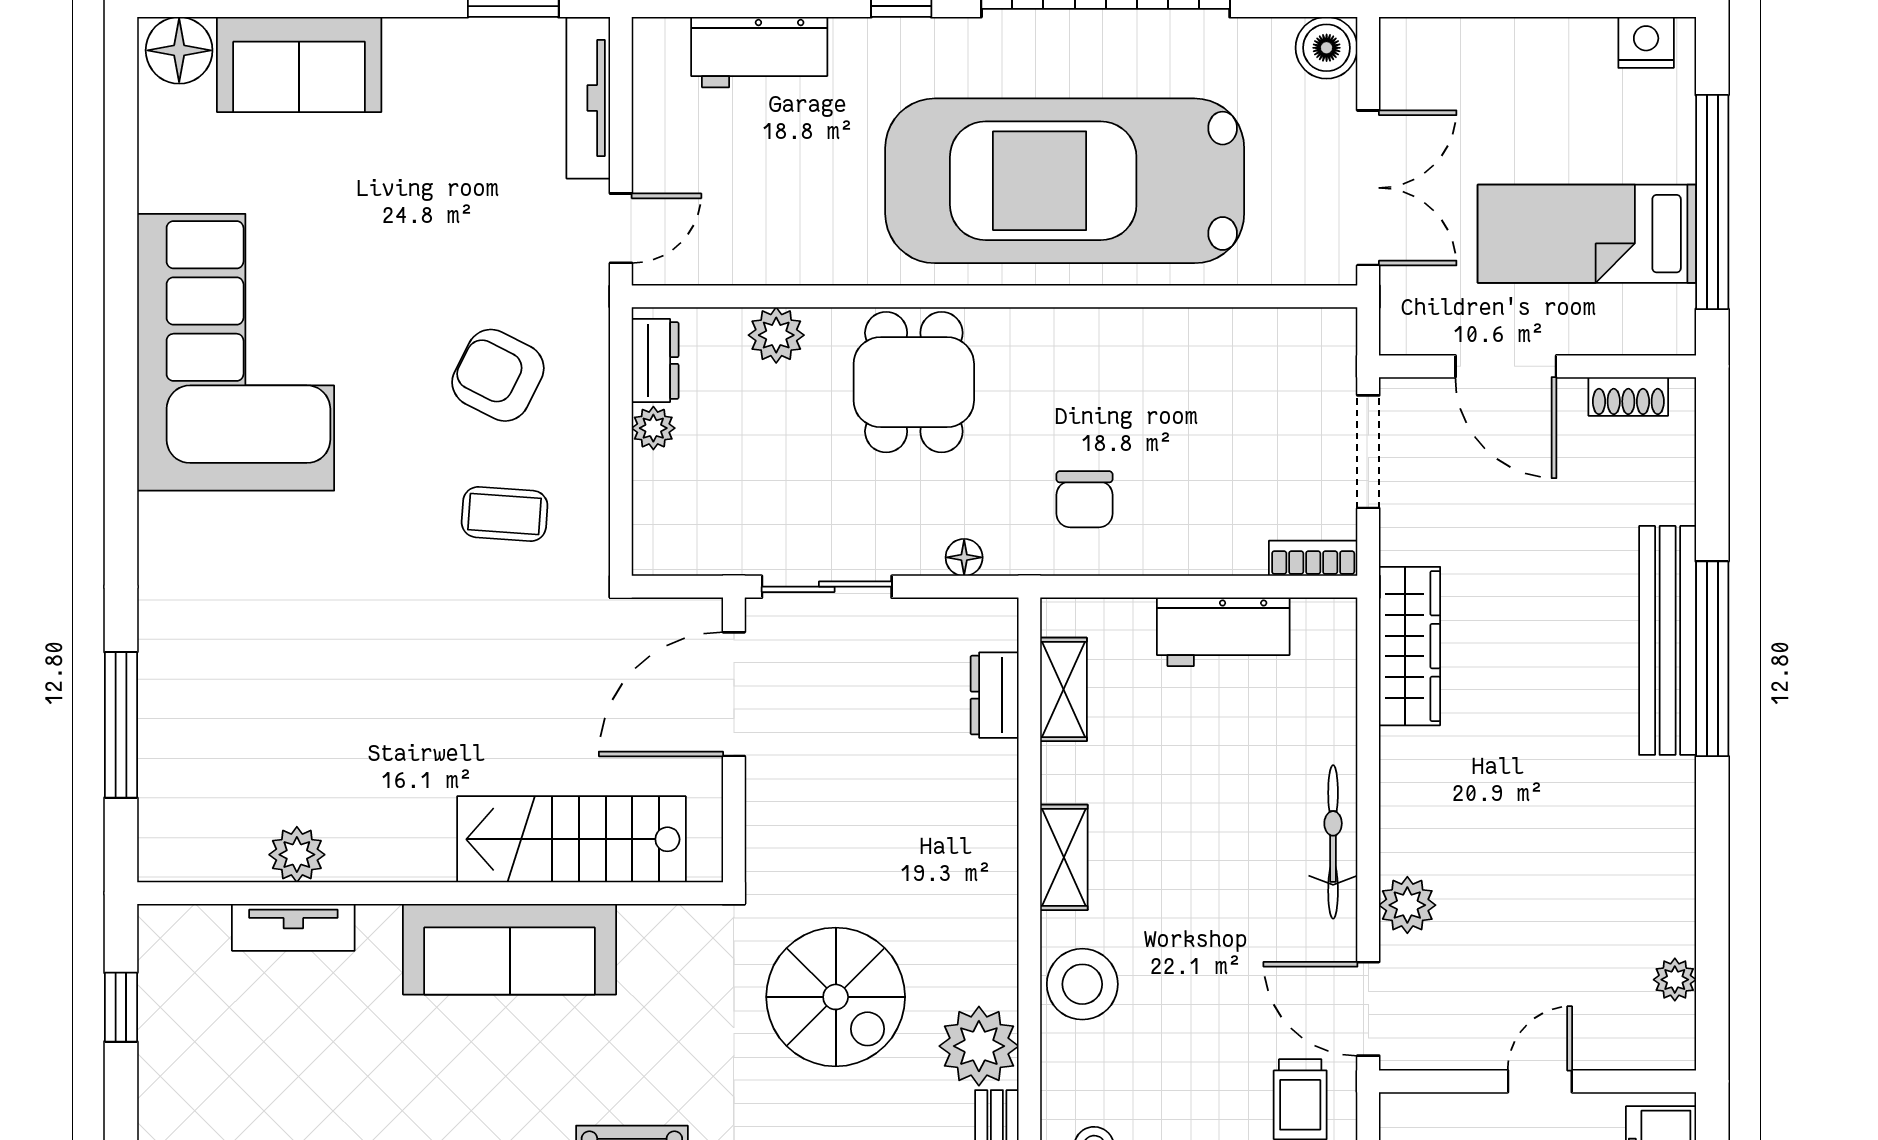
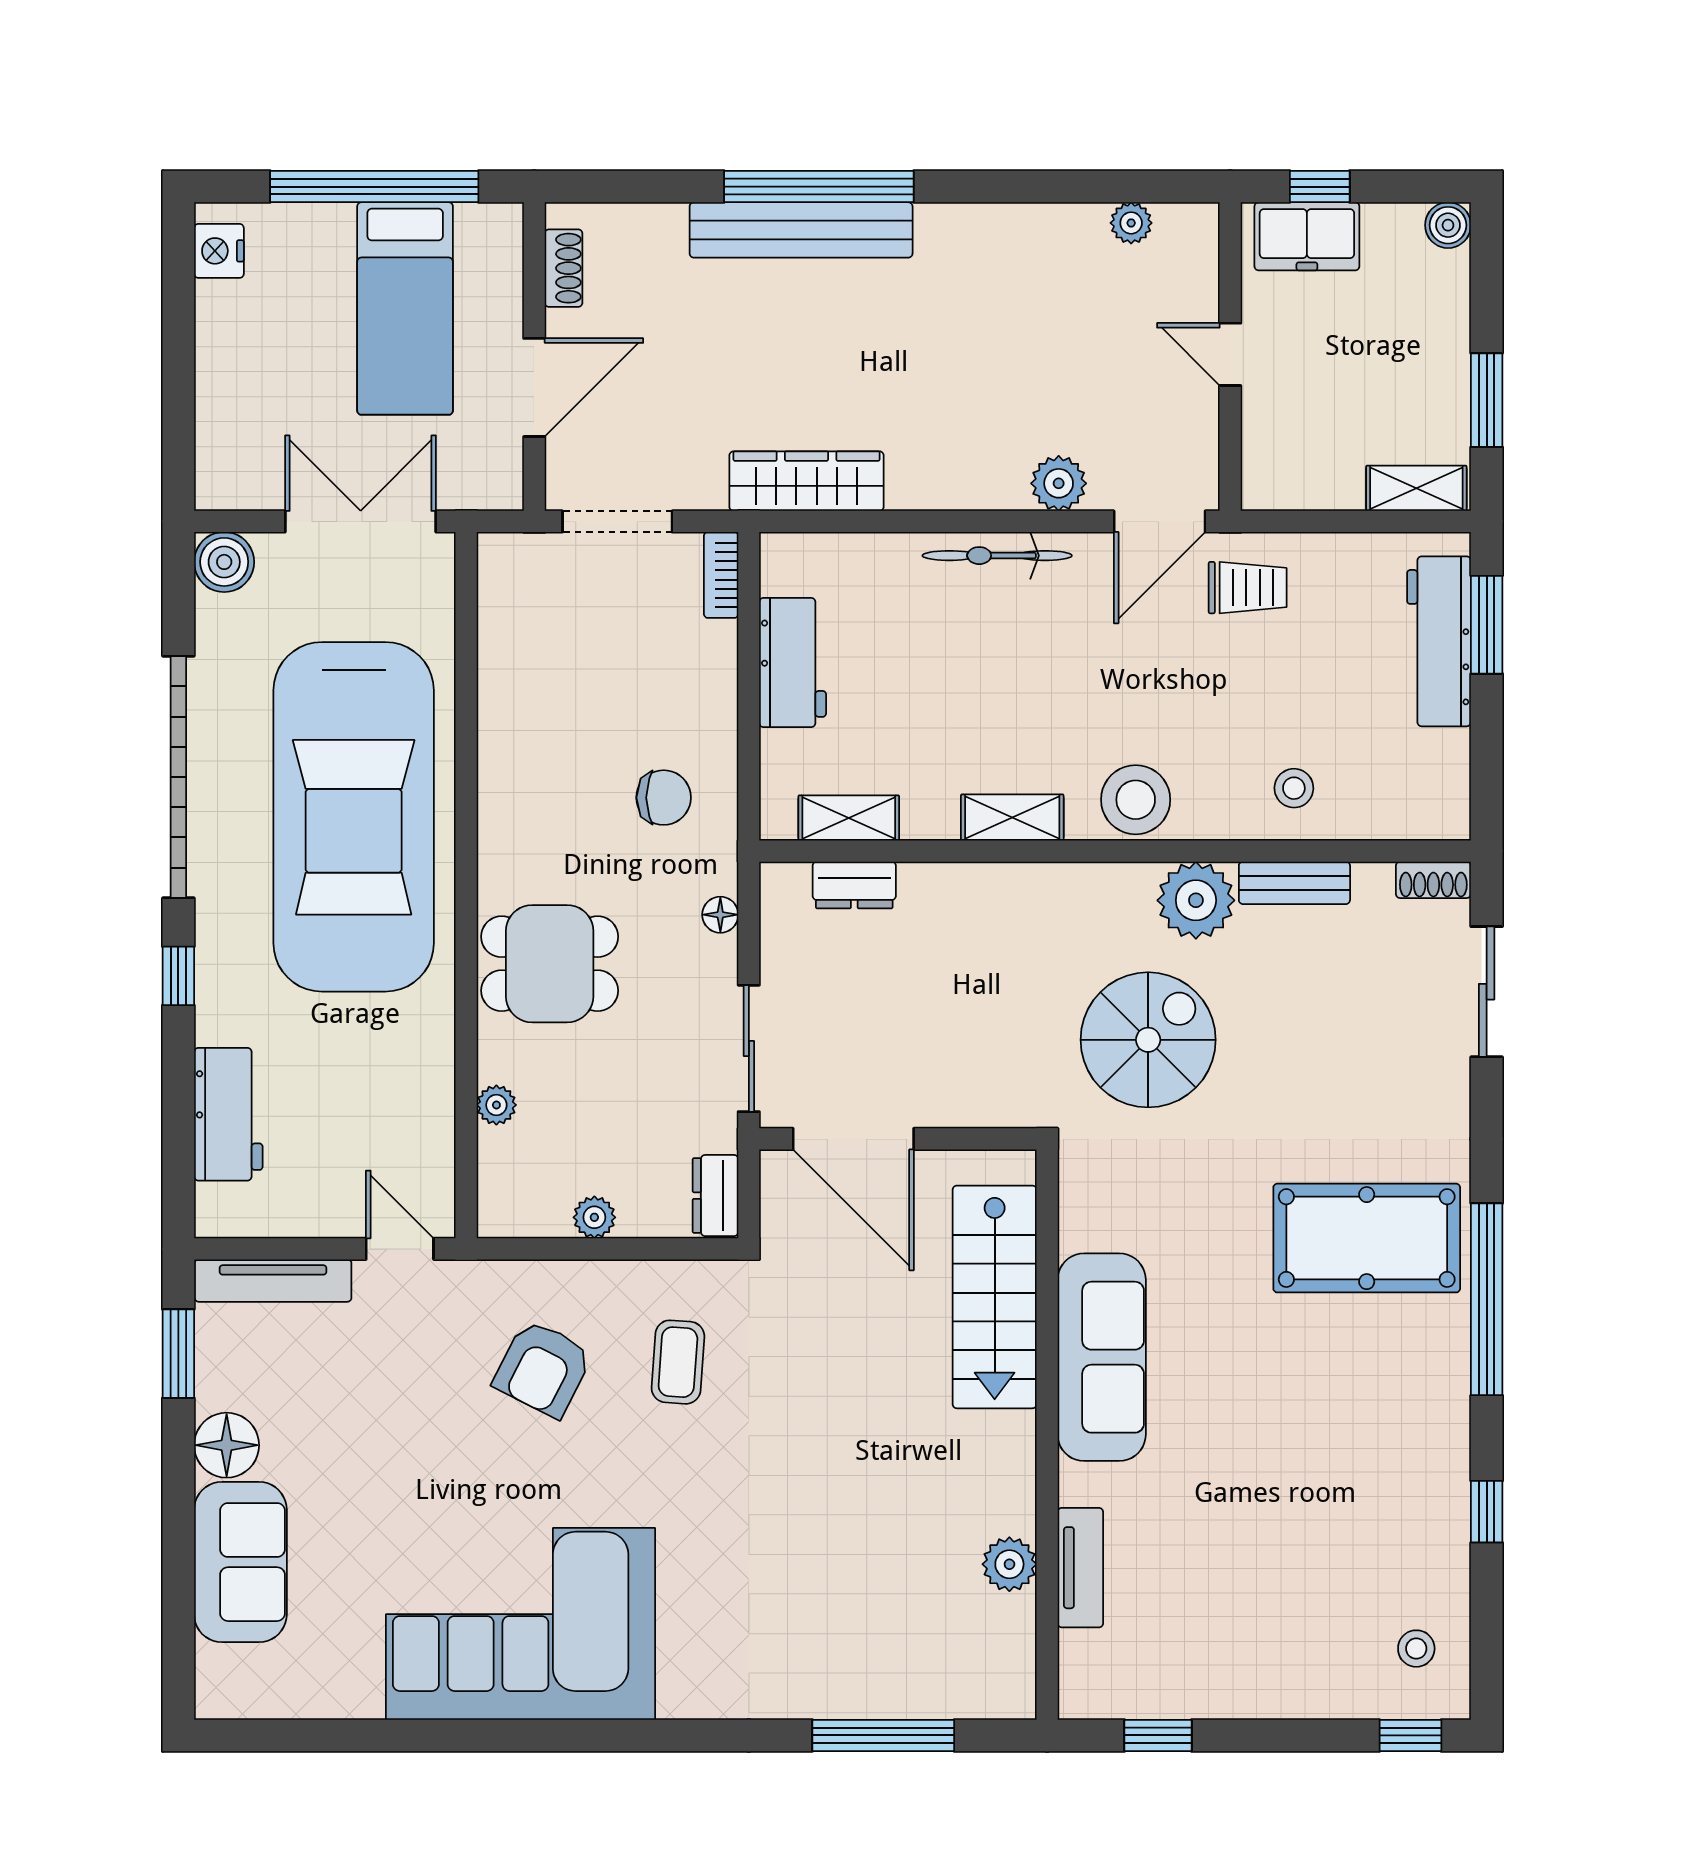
floor lamp: (179, 50) -> (227, 1445), moved
plant: (776, 335) -> (496, 1105), width x0.73, depth x0.73
dresser: (655, 361) -> (715, 1196), moved, turned -90

